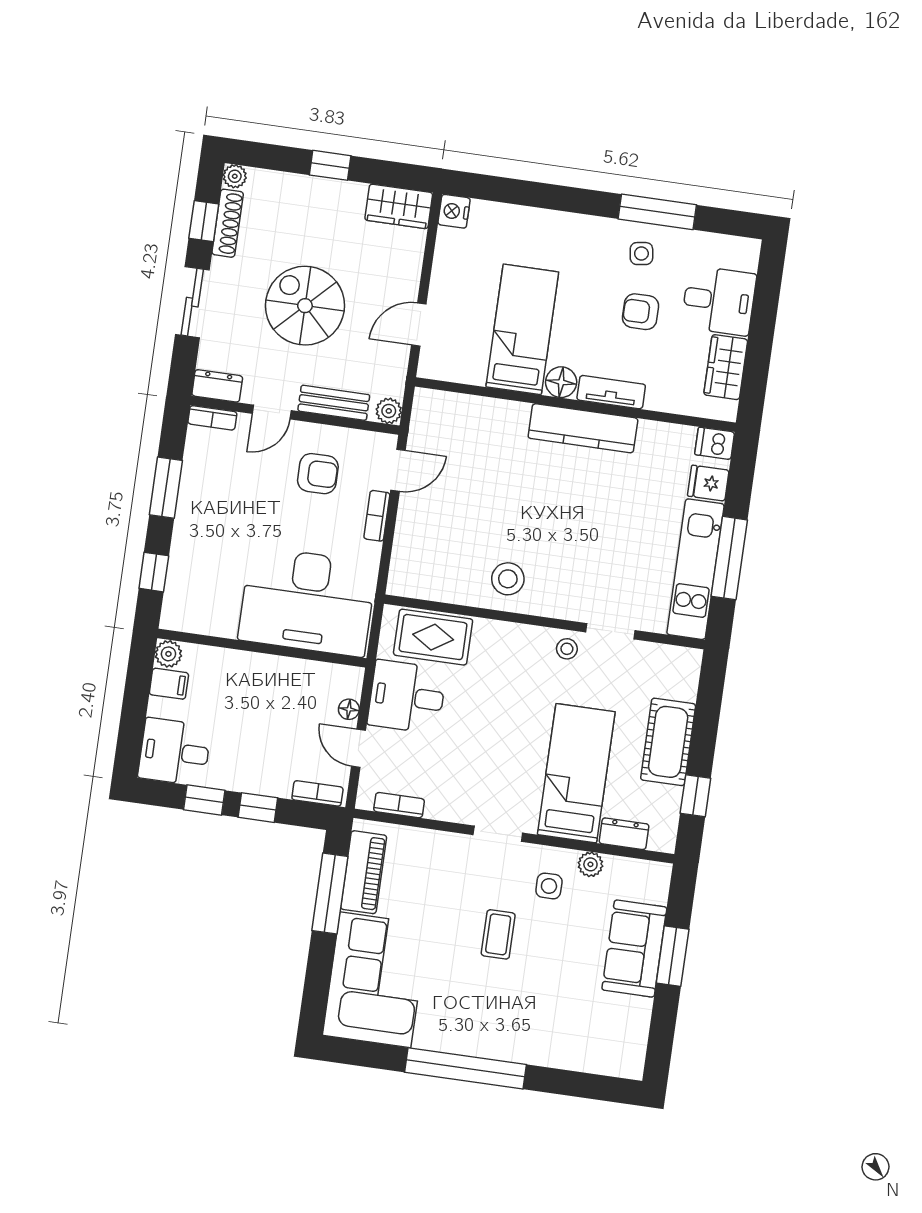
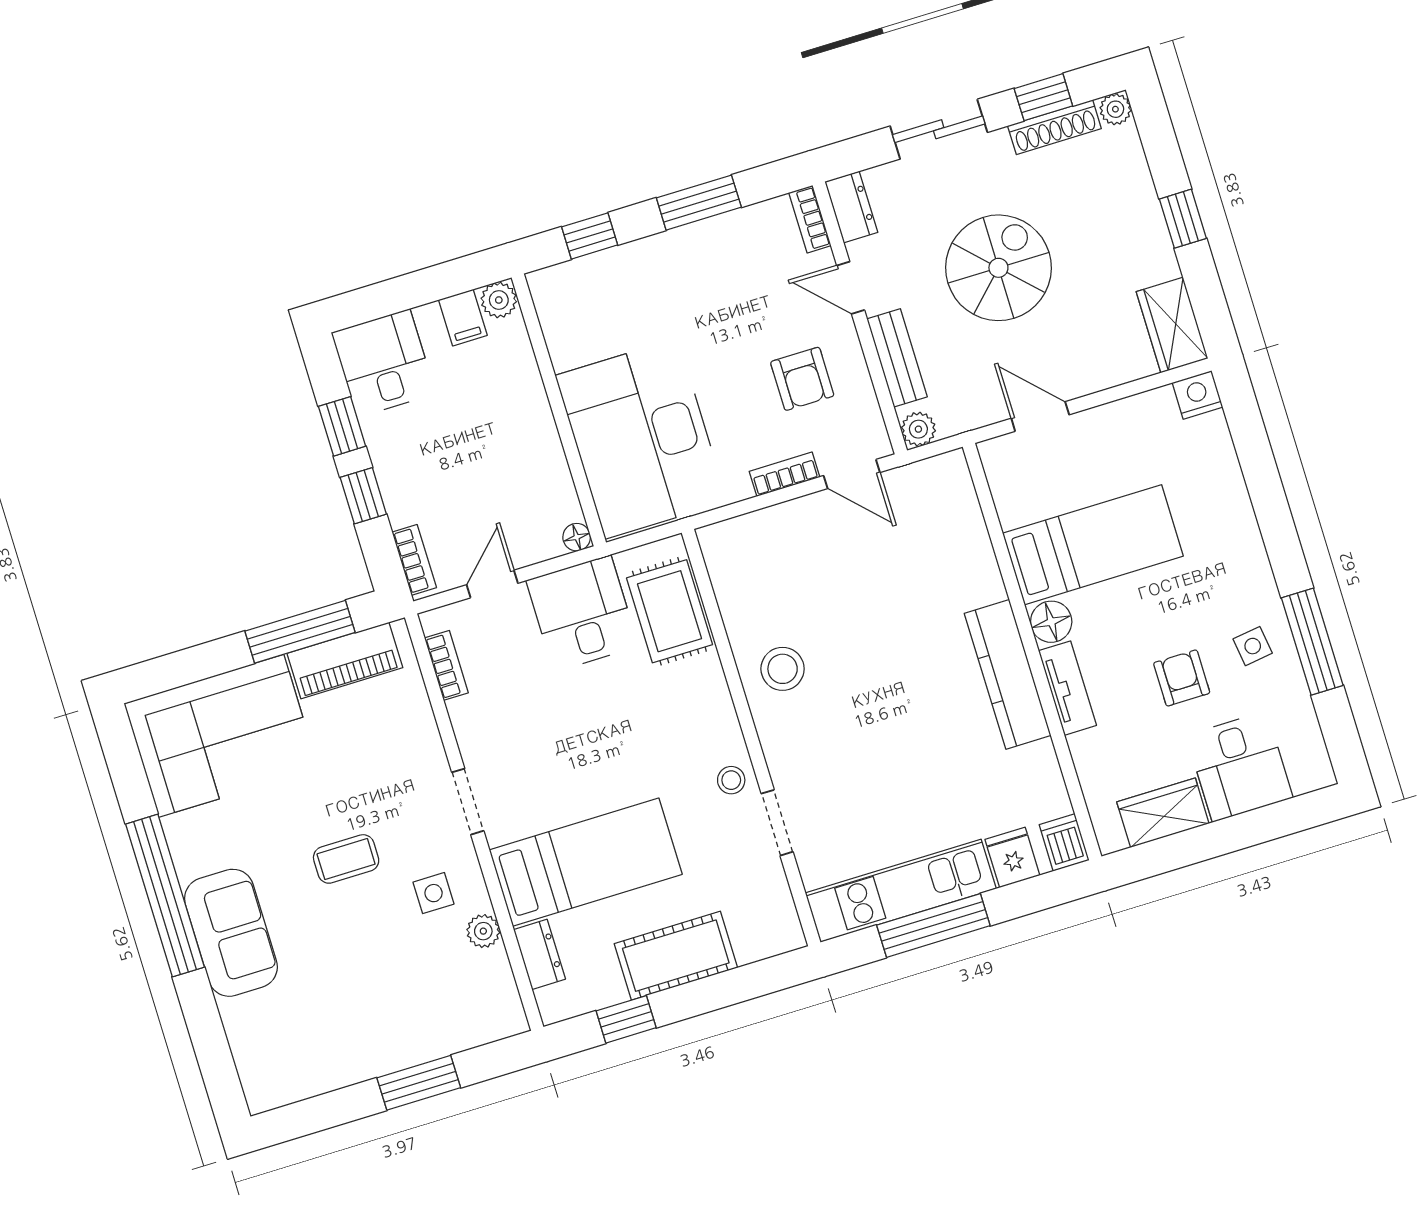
floor lamp: (349, 709) -> (577, 537), moved
sofa: (634, 949) -> (231, 933), moved, turned 90

